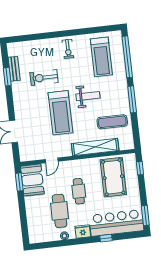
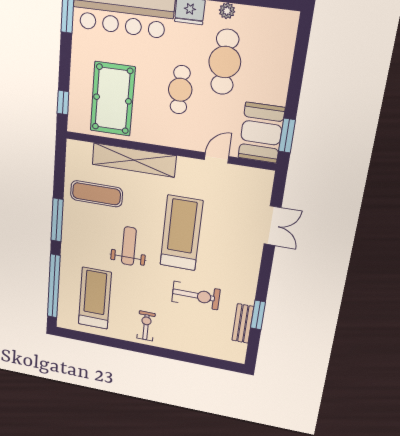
weight bench: (88, 96) -> (129, 246), turned 90

